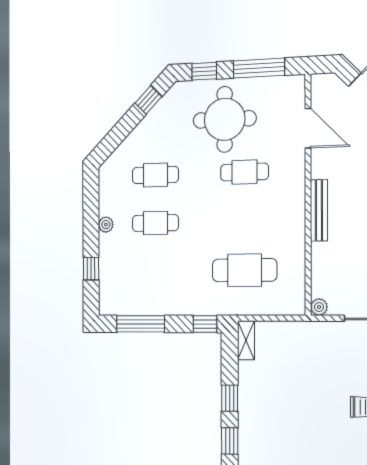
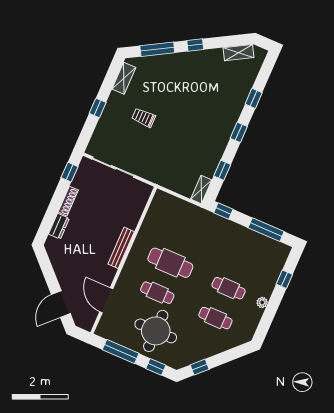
cafe table: (245, 270) -> (170, 263), moved
plant: (319, 307) -> (146, 190), removed
window: (230, 398) -> (222, 170), moved

